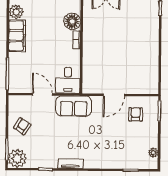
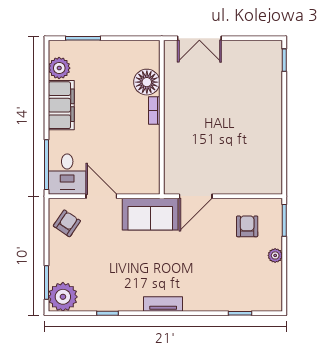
desk: (68, 80) -> (67, 174), moved
door: (114, 95) -> (196, 196), moved
armchair: (22, 126) -> (67, 223), moved
plant: (153, 153) -> (275, 255), moved
tv unit: (71, 164) -> (163, 304), moved

